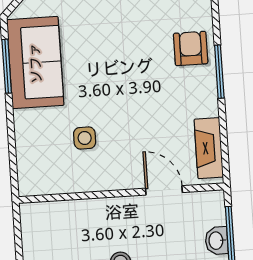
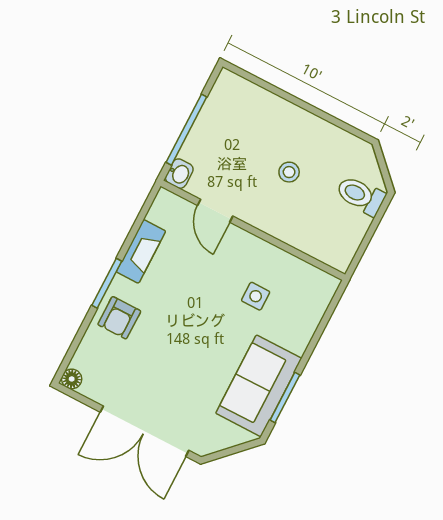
fireplace: (209, 148) -> (141, 251), moved
washbasin: (217, 241) -> (179, 174), moved

